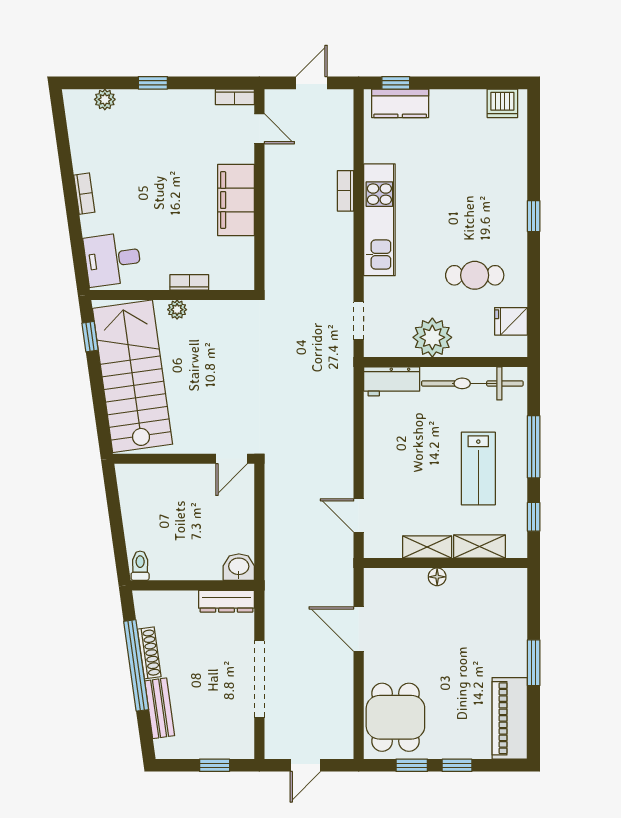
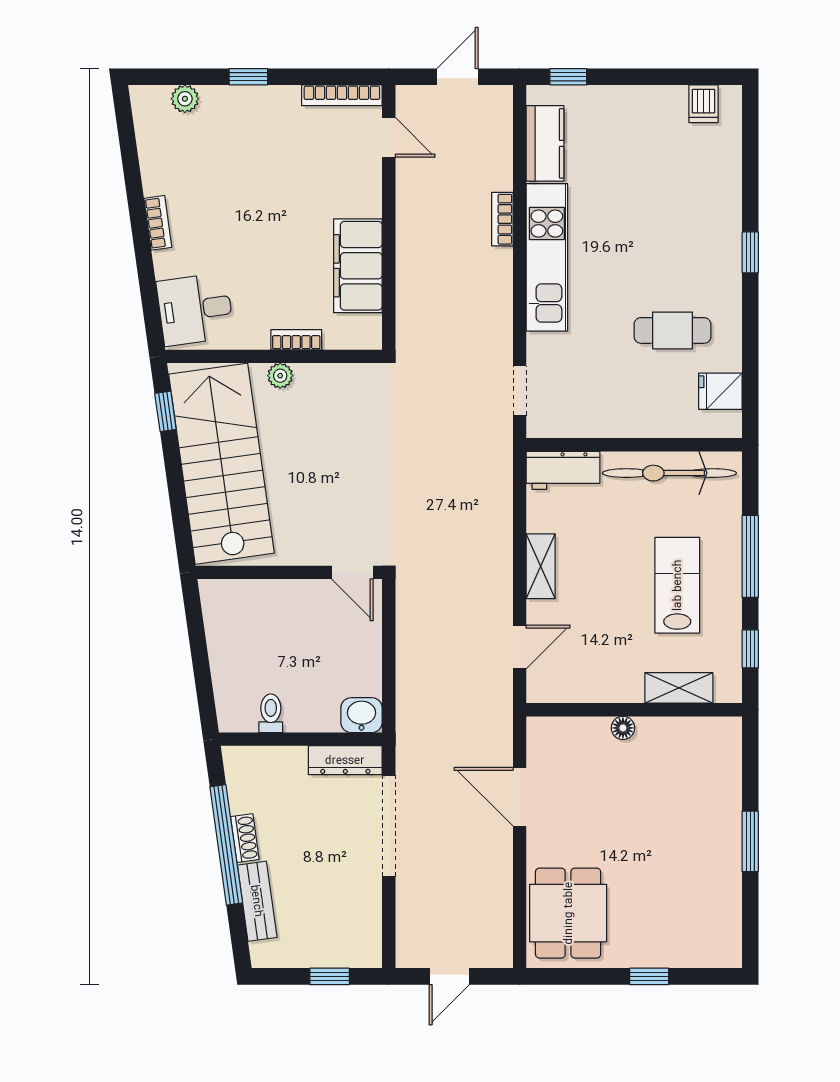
bookcase: (235, 97) -> (342, 95), width x1.56
kitchen counter: (400, 103) -> (545, 143), moved, turned -90
dishwasher: (502, 103) -> (704, 104), width x0.73
filing cabinet: (236, 200) -> (358, 266), moved
plant: (432, 337) -> (617, 412), removed
door: (232, 459) -> (352, 572), hinge flipped
lab bench: (478, 468) -> (677, 585), turned 180
door: (359, 515) -> (520, 647), swing flipped
shelving: (427, 547) -> (541, 566), moved, turned 90
toilet: (140, 566) -> (271, 713), moved
shoe rack: (149, 653) -> (245, 838), width x0.70
doorway: (259, 679) -> (389, 826), moved
piano: (510, 718) -> (719, 914), removed
window: (412, 765) -> (590, 976), removed

